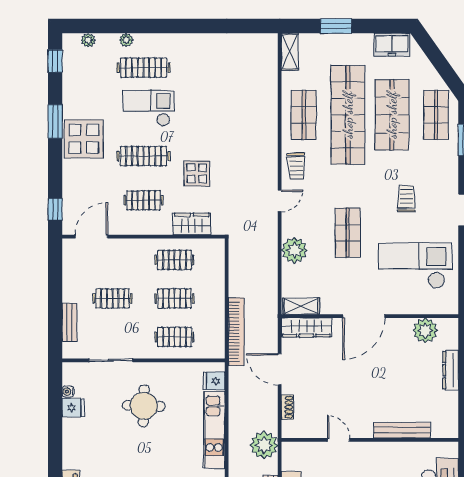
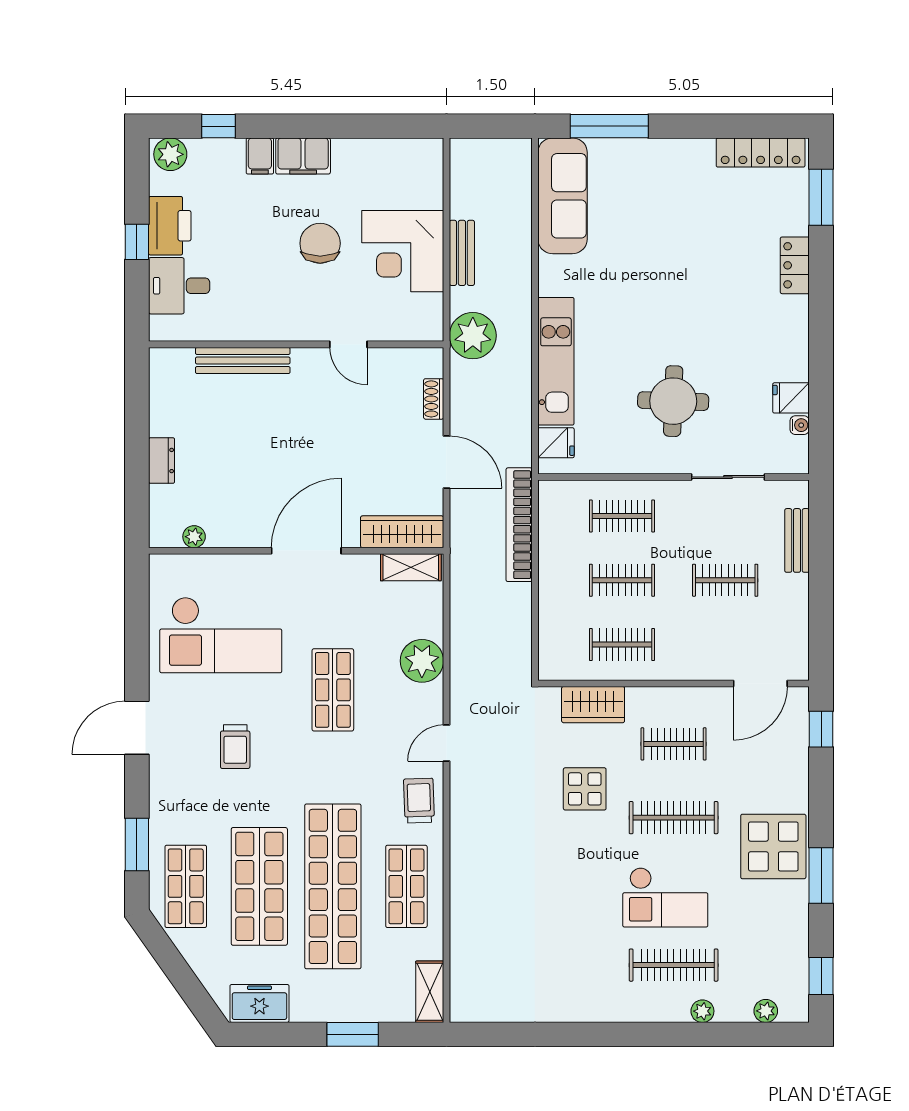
plant: (425, 330) -> (194, 537), width x0.53, depth x0.53
dresser: (451, 370) -> (162, 461), width x0.70

